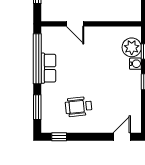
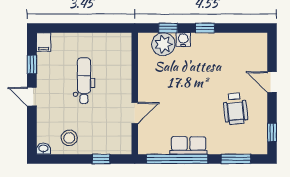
door: (122, 137) -> (272, 82), moved

